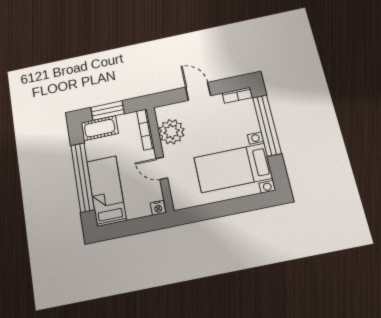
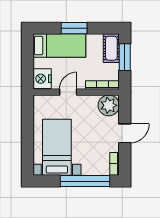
plant: (171, 132) -> (109, 105), moved
window: (82, 177) -> (74, 28), width x0.47
nightstand: (158, 208) -> (42, 79), width x1.89, depth x1.79

